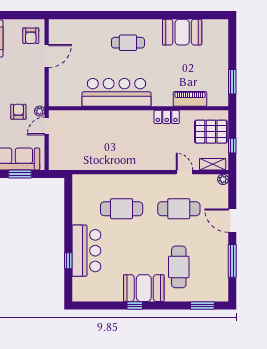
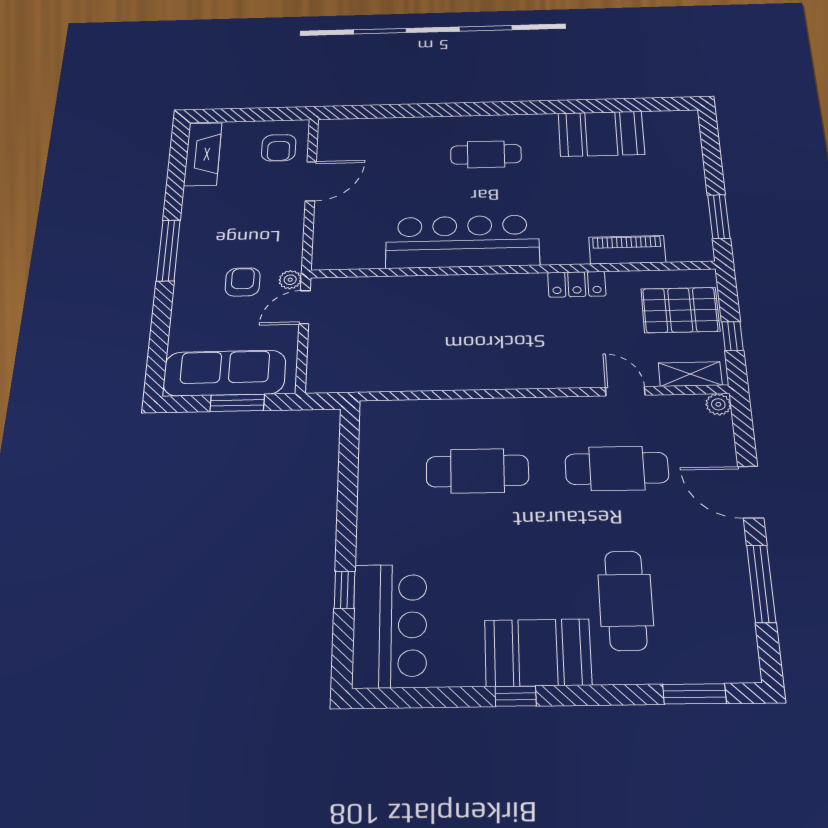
bar counter: (86, 251) -> (390, 625), moved

